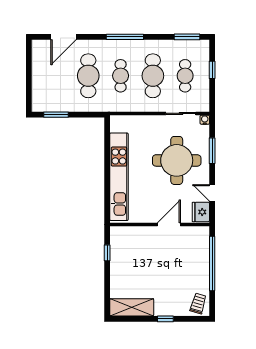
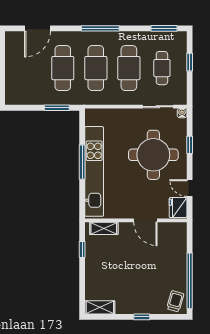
cafe table: (121, 76) -> (96, 68), width x1.37, depth x1.35
window: (56, 115) -> (57, 108), moved
window: (212, 151) -> (190, 145), width x0.67
window: (107, 168) -> (82, 162), added
door: (169, 224) -> (145, 220), swing flipped
shelving: (128, 232) -> (104, 228), added
window: (212, 264) -> (190, 281), moved
shelving: (132, 307) -> (100, 307), width x0.67, depth x0.75

